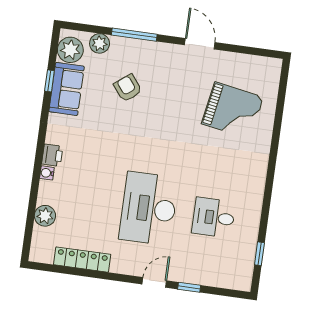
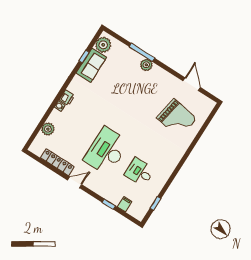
plant: (100, 43) -> (146, 65), moved
door: (200, 44) -> (192, 84), moved
armchair: (128, 88) -> (125, 80), removed
filing cabinet: (213, 276) -> (125, 204), added
door: (154, 282) -> (75, 182), moved

